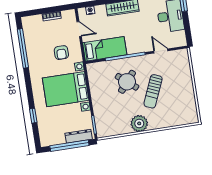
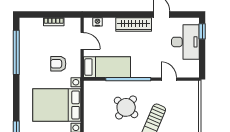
armchair: (61, 53) -> (58, 64), turned 90

